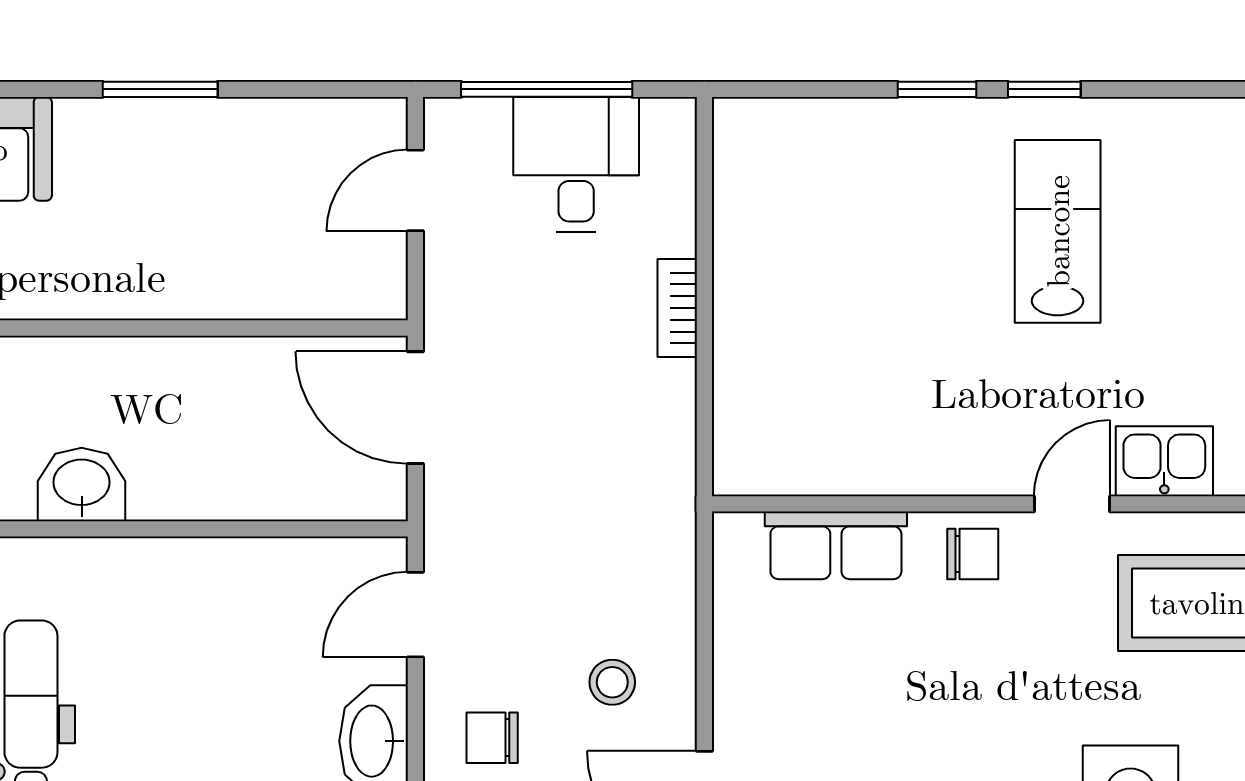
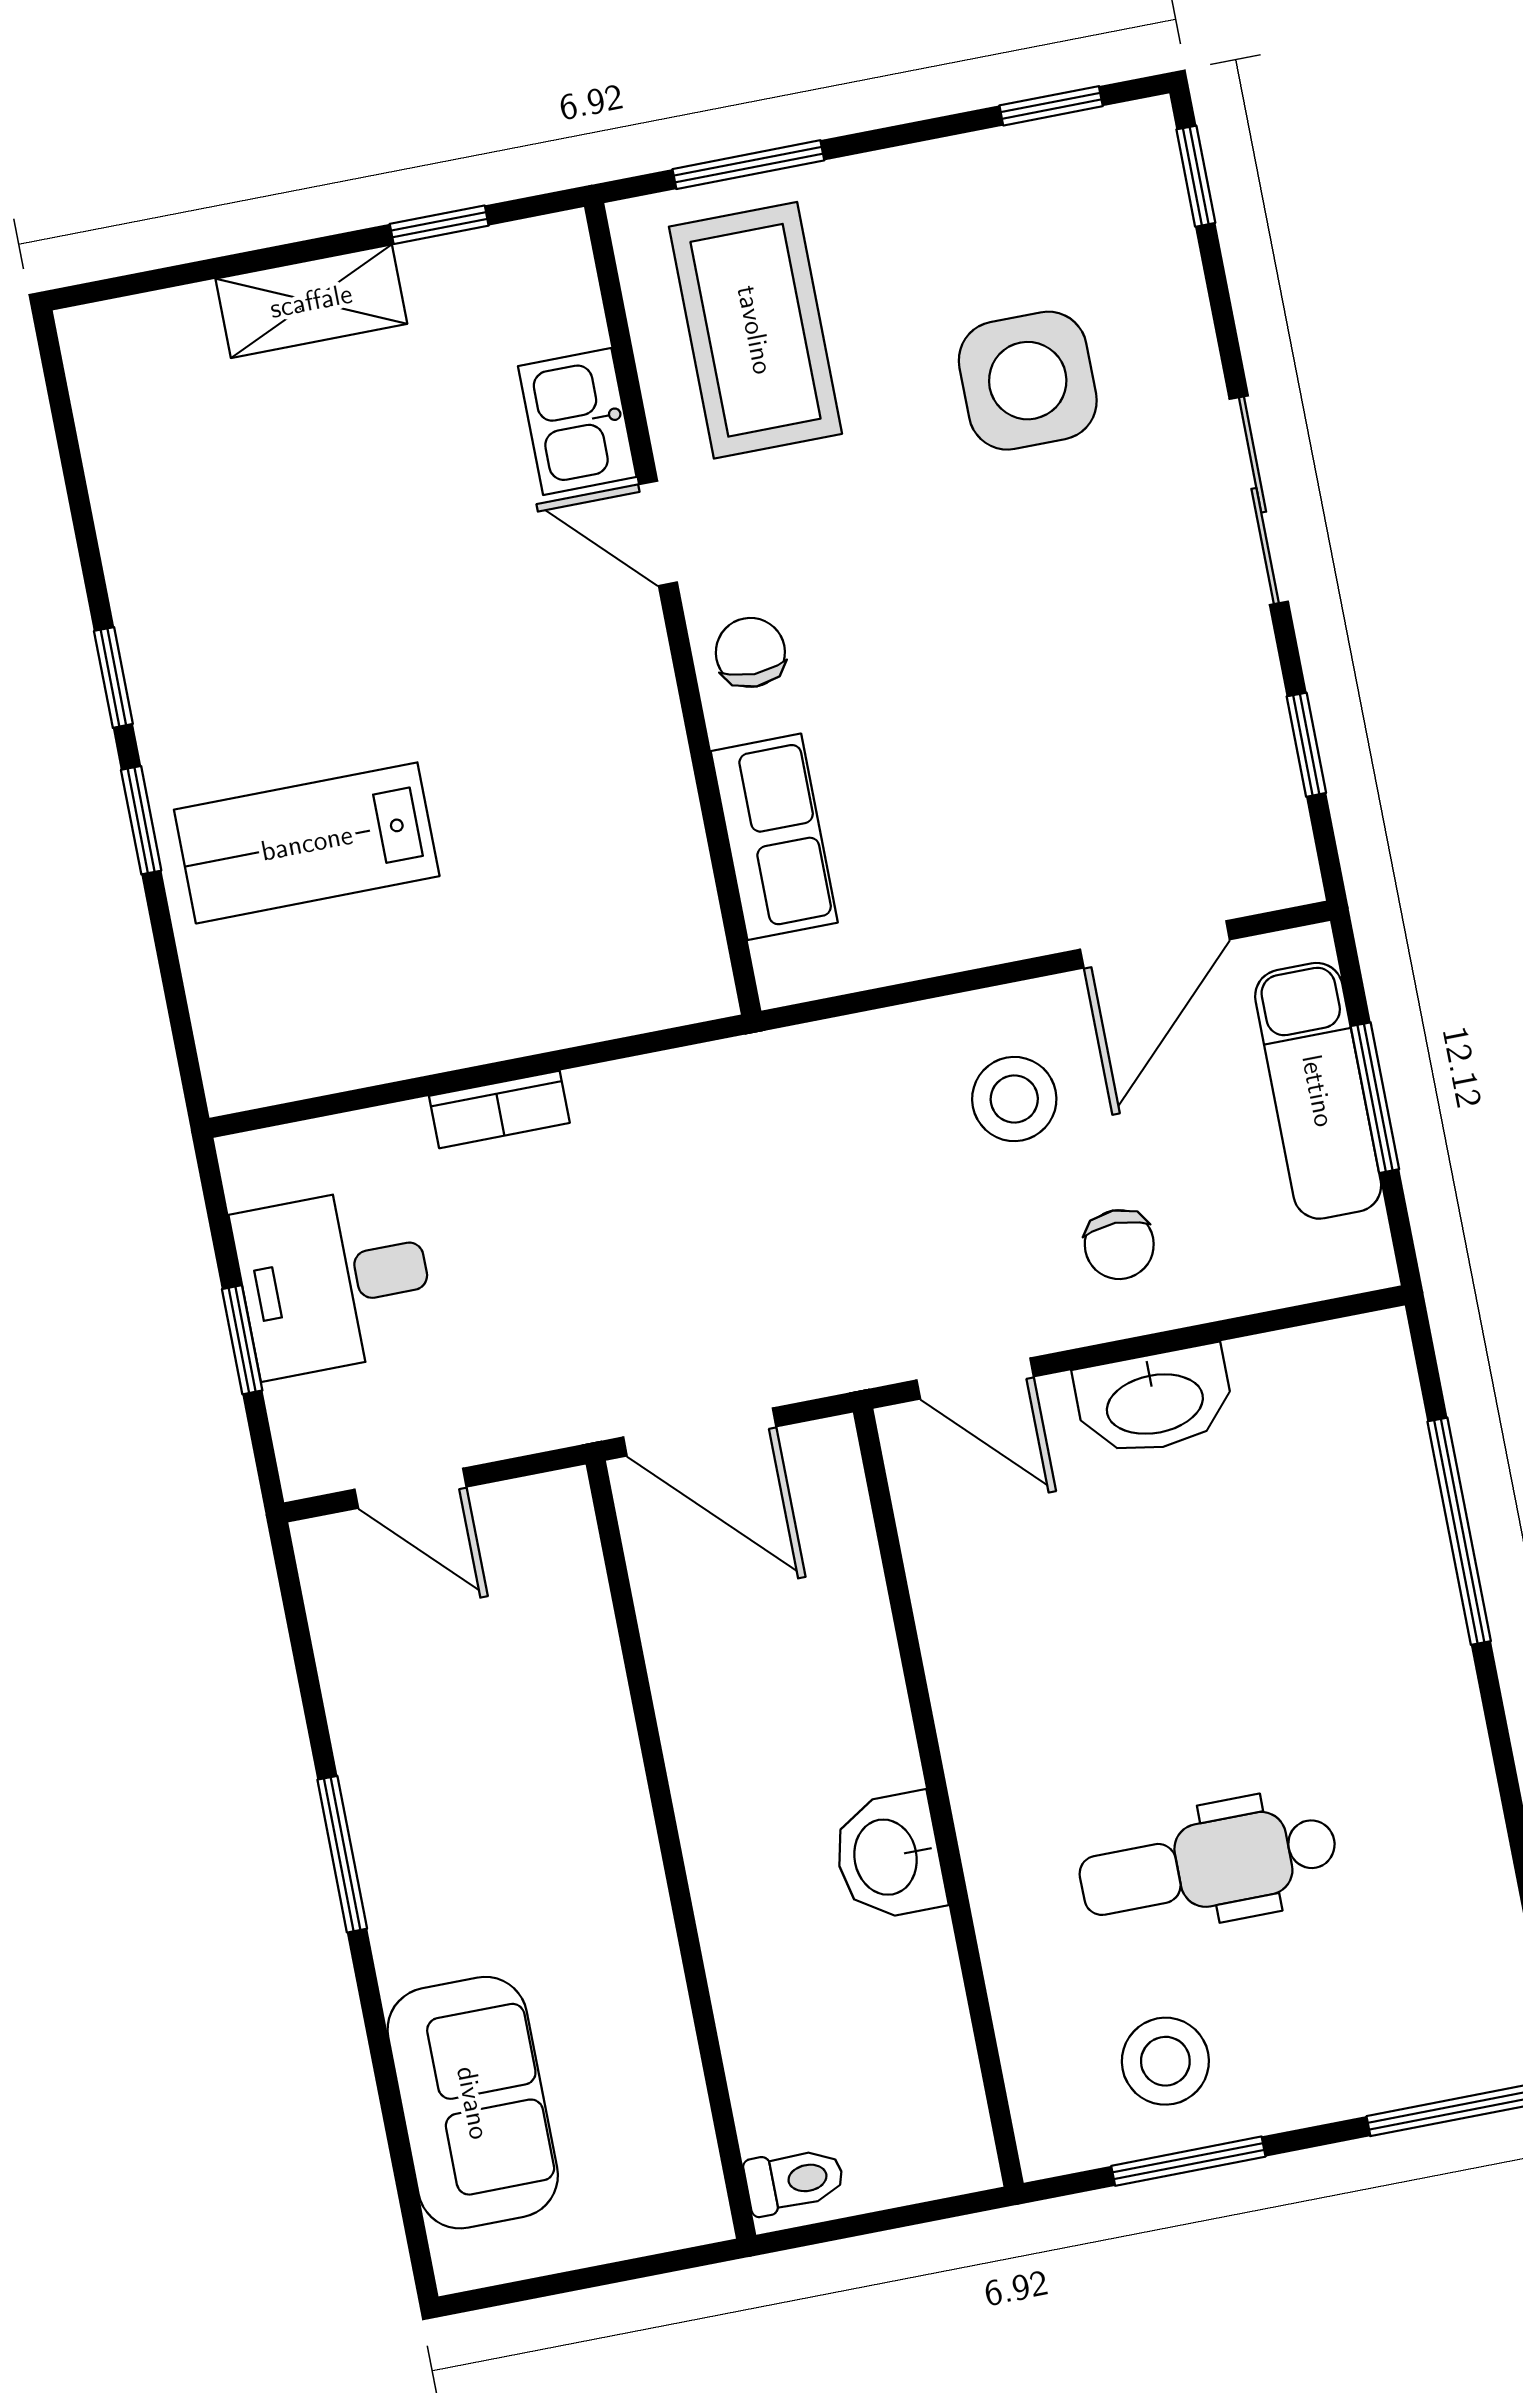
window: (547, 89) -> (242, 1340), width x0.46
lab bench: (1058, 231) -> (307, 843), moved
door: (415, 408) -> (700, 1432), hinge flipped
stool: (612, 682) -> (1014, 1099), width x1.37, depth x1.37

